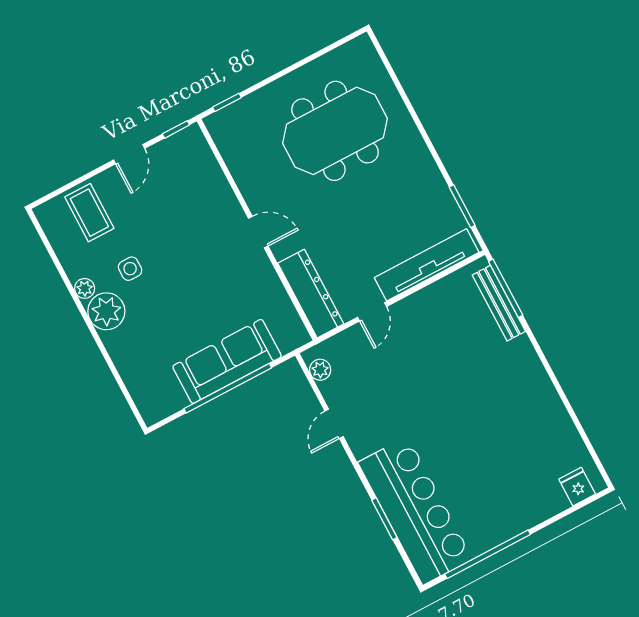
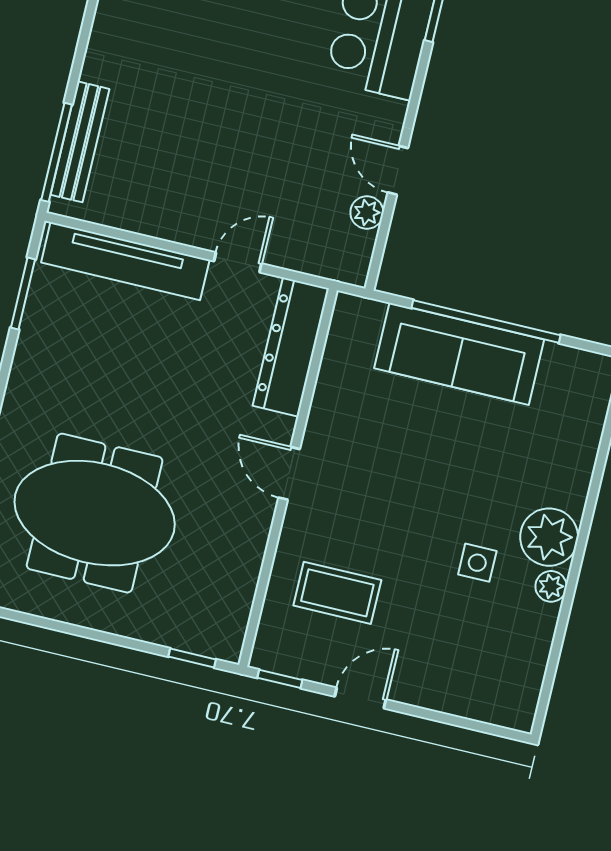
coffee table: (89, 213) -> (337, 593), moved, turned 90
plant: (320, 370) -> (367, 213), moved
door: (334, 424) -> (398, 170), swing flipped

